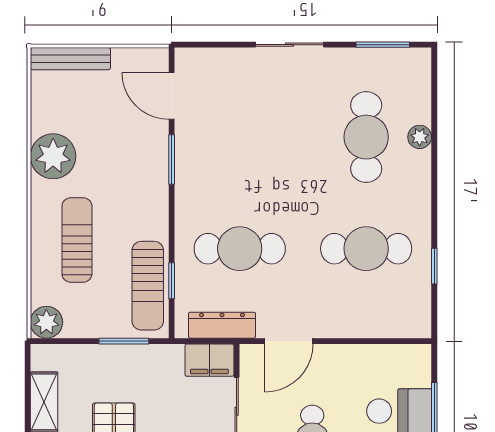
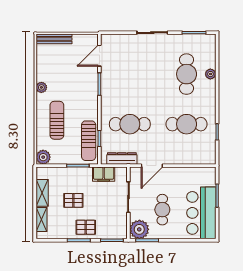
door: (172, 96) -> (99, 56), hinge flipped
plant: (53, 156) -> (41, 87), width x0.53, depth x0.53
filing cabinet: (209, 360) -> (104, 174), moved

